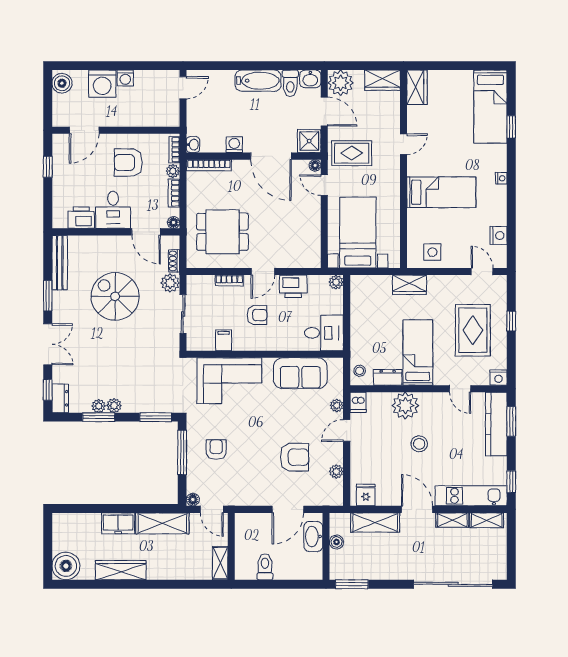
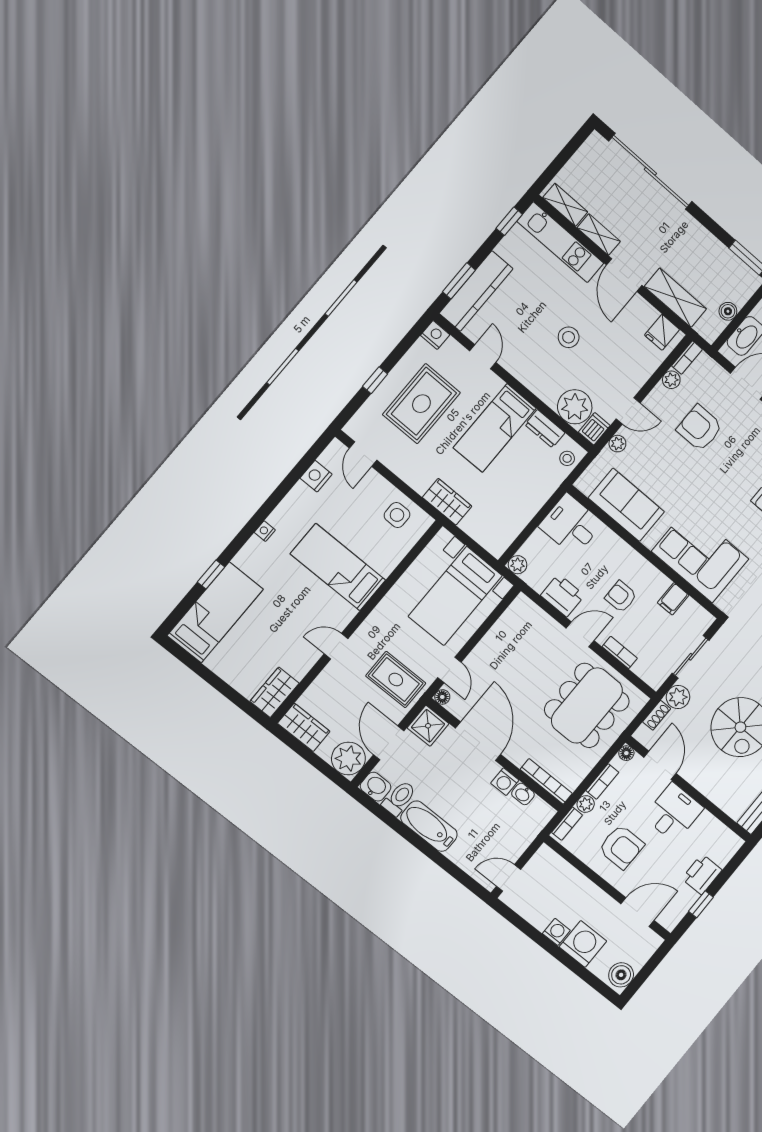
washbasin: (193, 145) -> (523, 794), moved, turned -90
printer: (81, 218) -> (702, 874), moved, turned 90
dining table: (222, 232) -> (587, 705), width x1.38
plant: (405, 406) -> (575, 407), moved
bookcase: (338, 493) -> (687, 358), added

